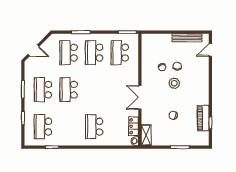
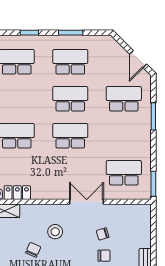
door: (33, 50) -> (138, 59), moved
school desk: (94, 53) -> (70, 136), moved
stool: (174, 83) -> (55, 232), moved
double door: (140, 97) -> (87, 202), moved

